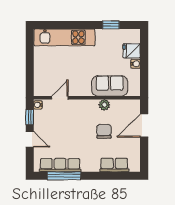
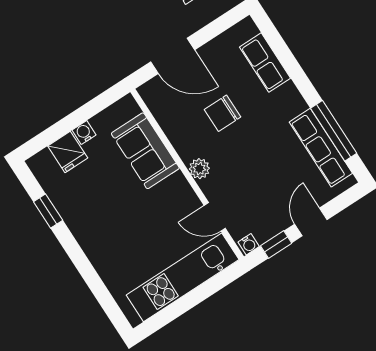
kitchen unit: (64, 37) -> (183, 277), moved, turned -90
plant: (104, 105) -> (199, 169), moved

